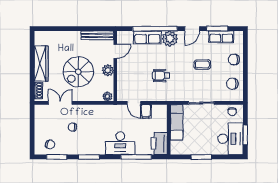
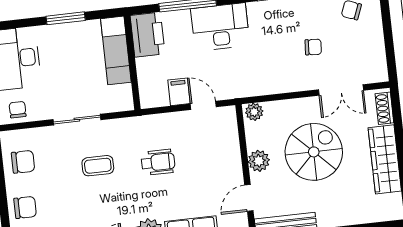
coffee table: (202, 65) -> (98, 166), moved
exam couch: (177, 122) -> (116, 50), moved

